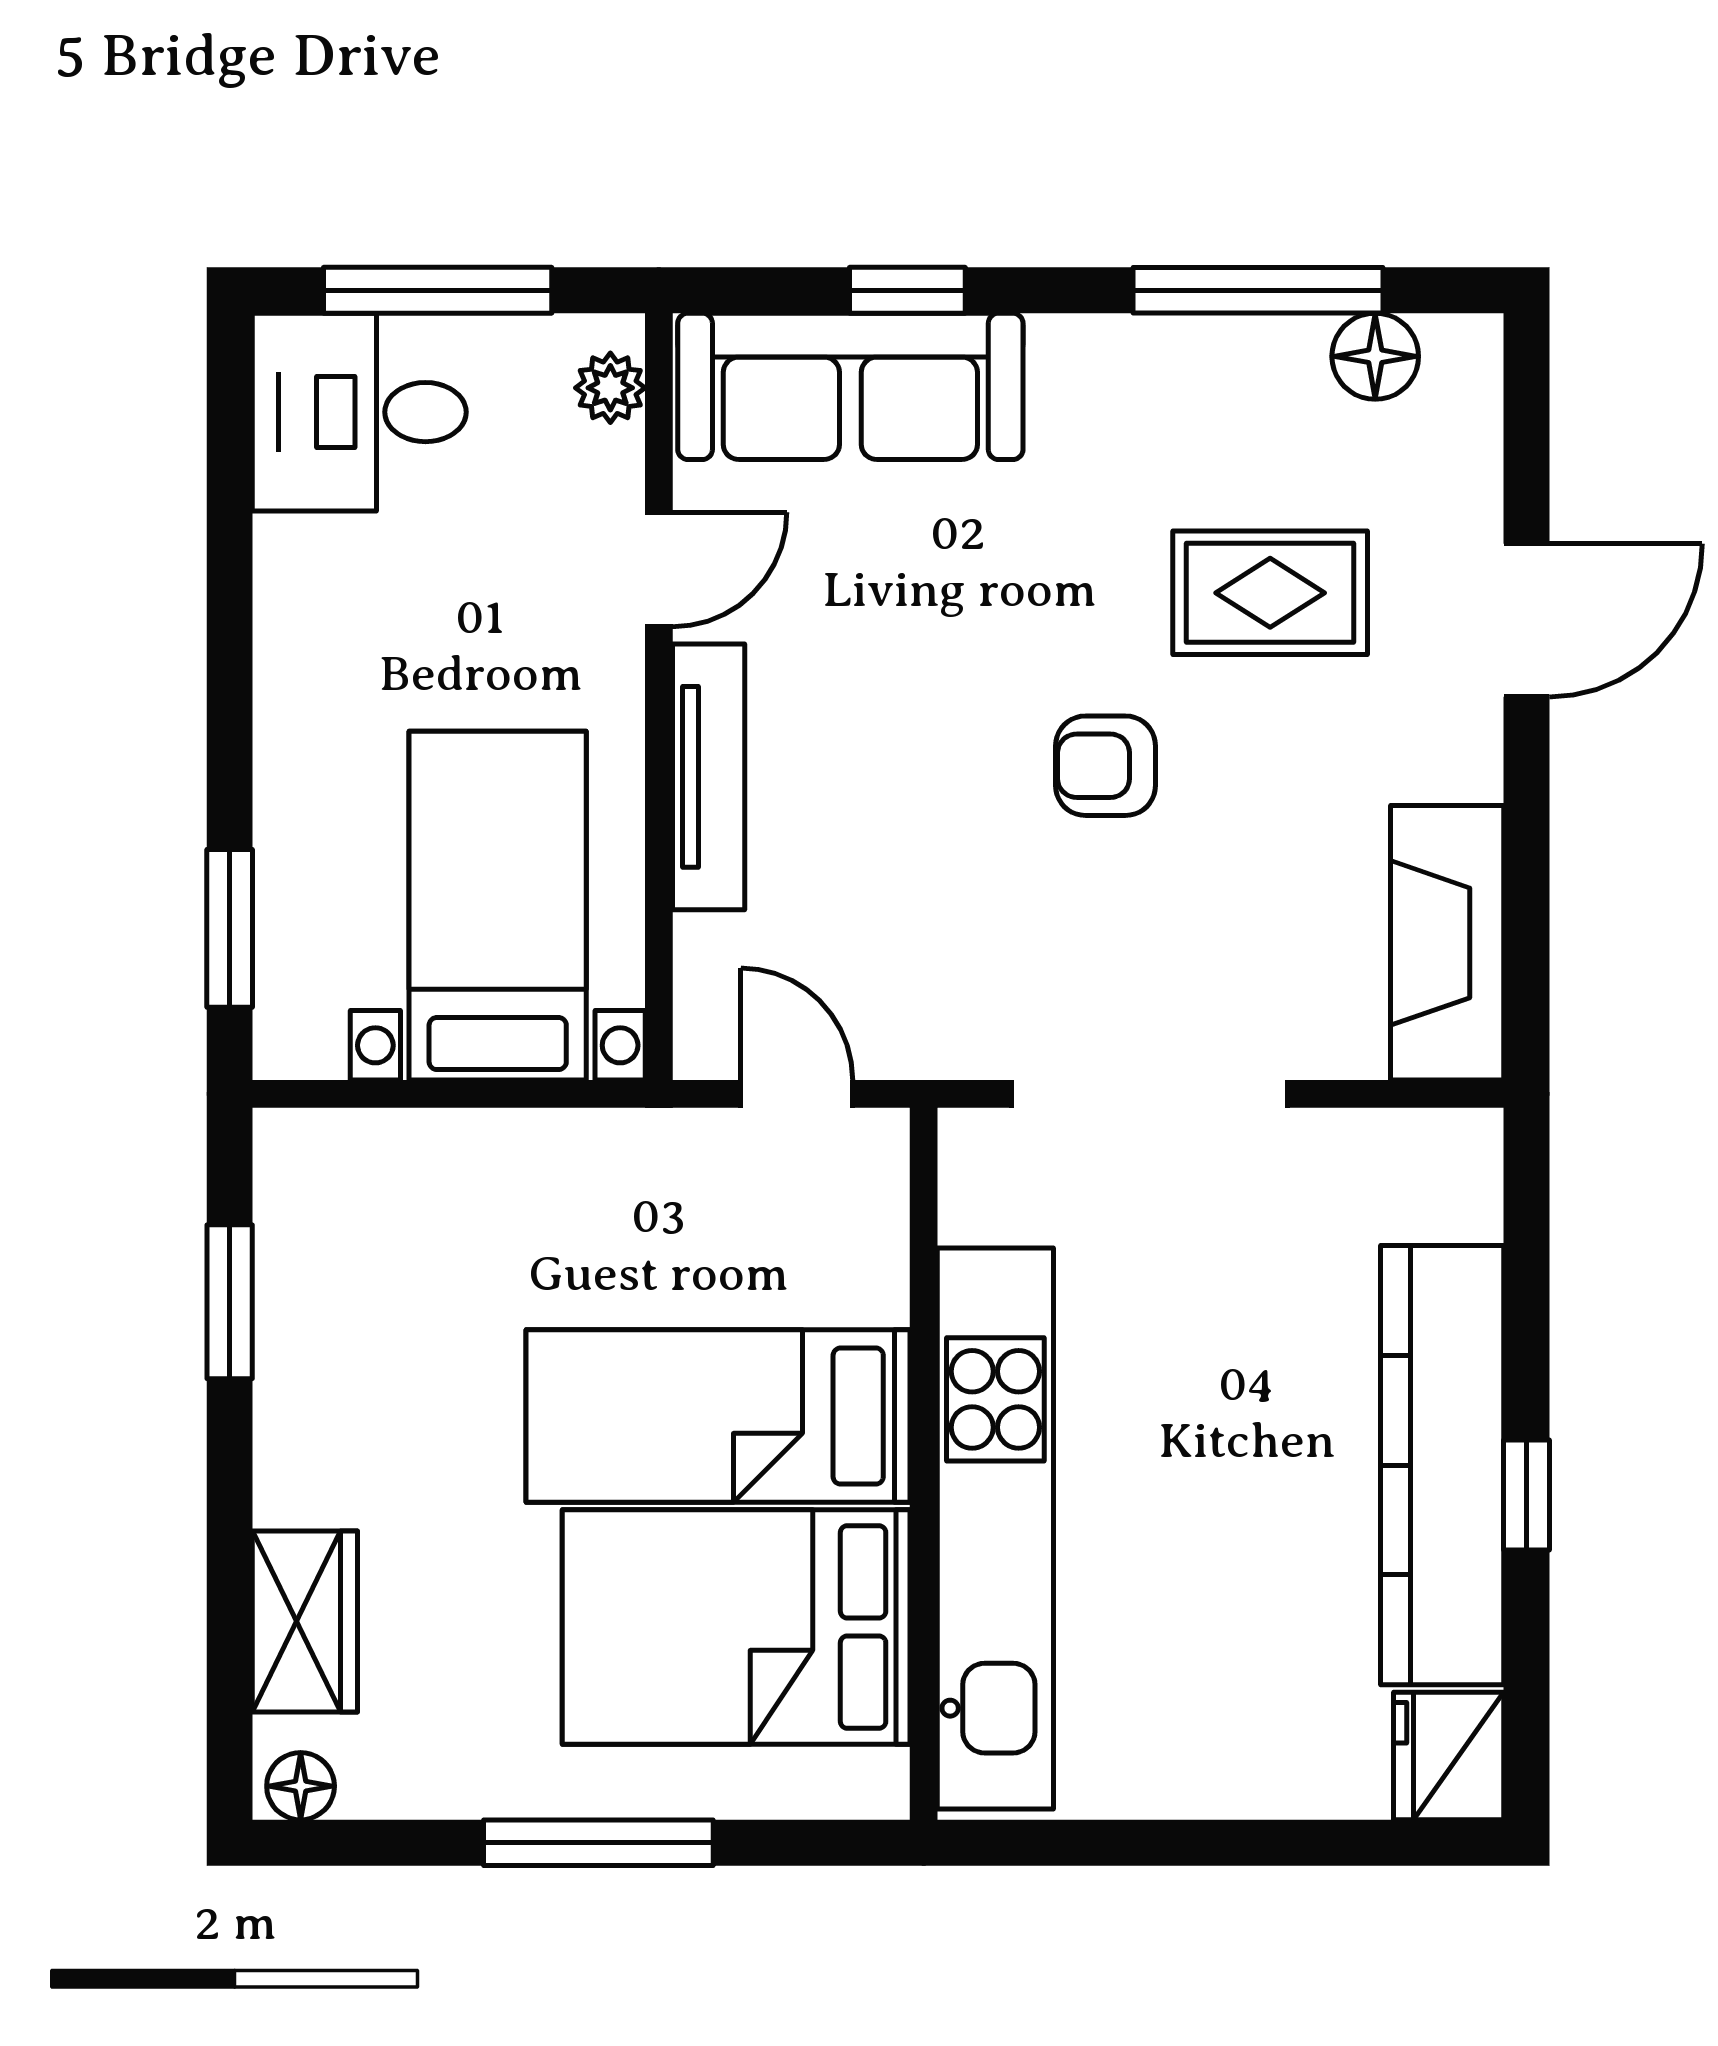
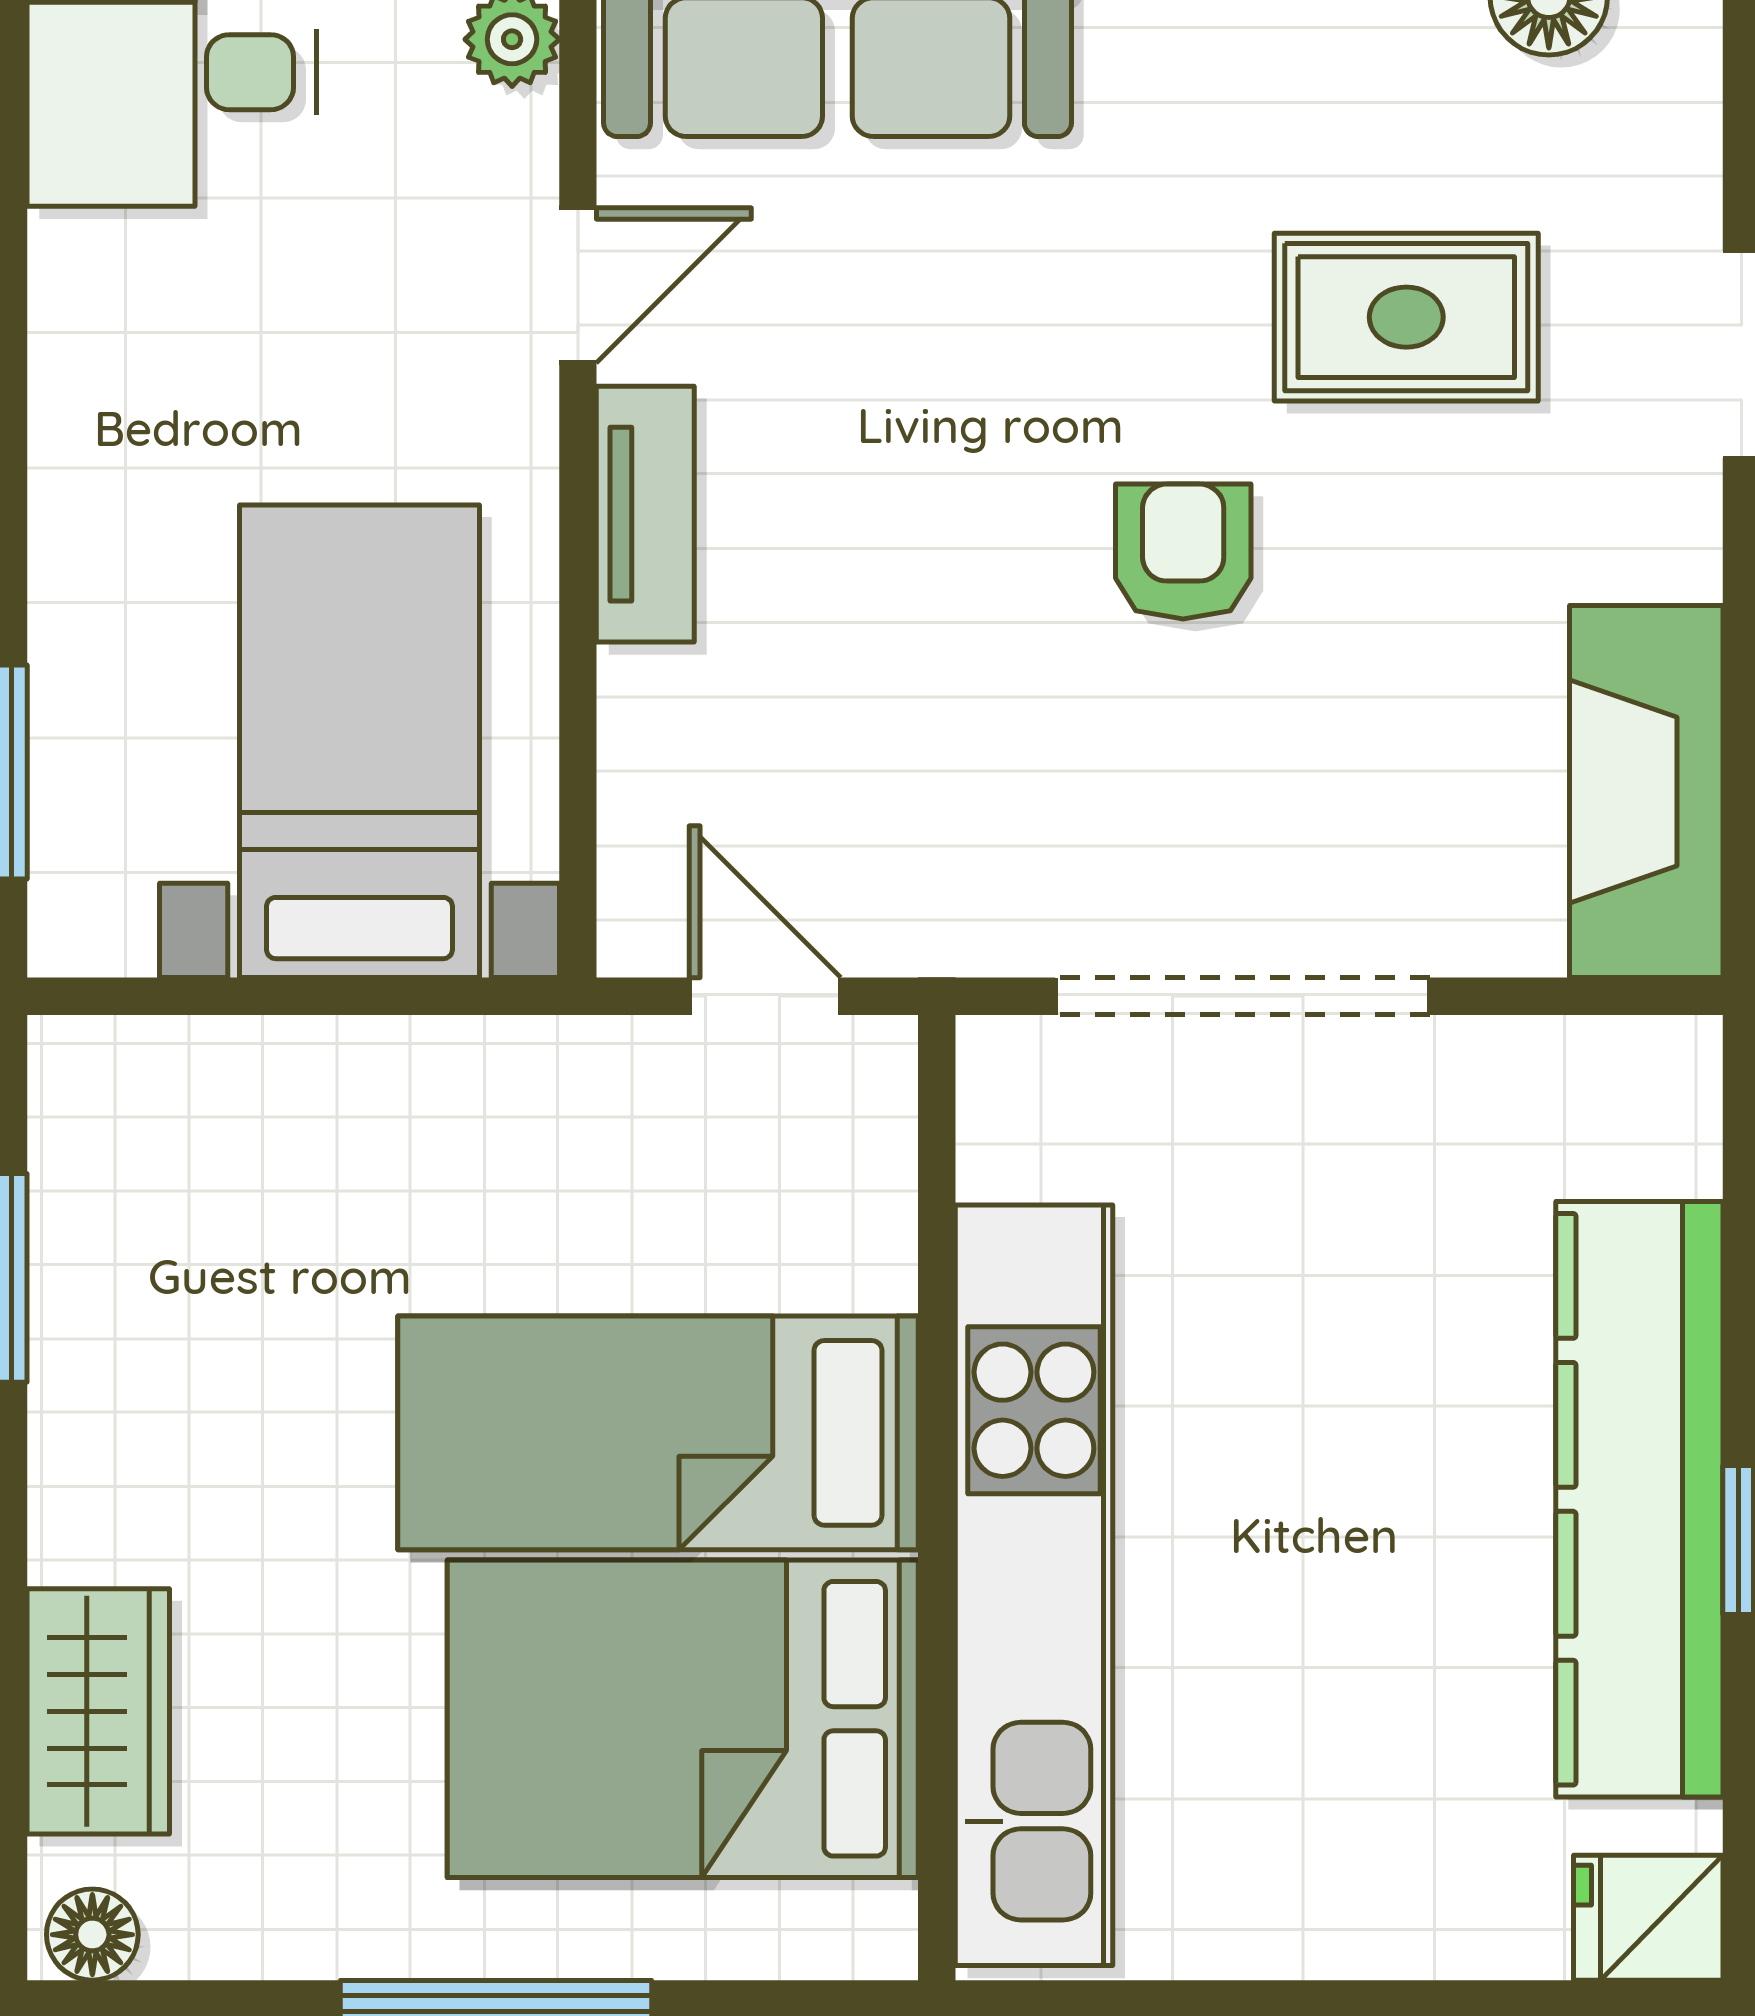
armchair: (1106, 766) -> (1183, 551), turned 90
tv unit: (709, 777) -> (645, 514), width x0.71
fridge: (1449, 1756) -> (1648, 1918), width x0.72

